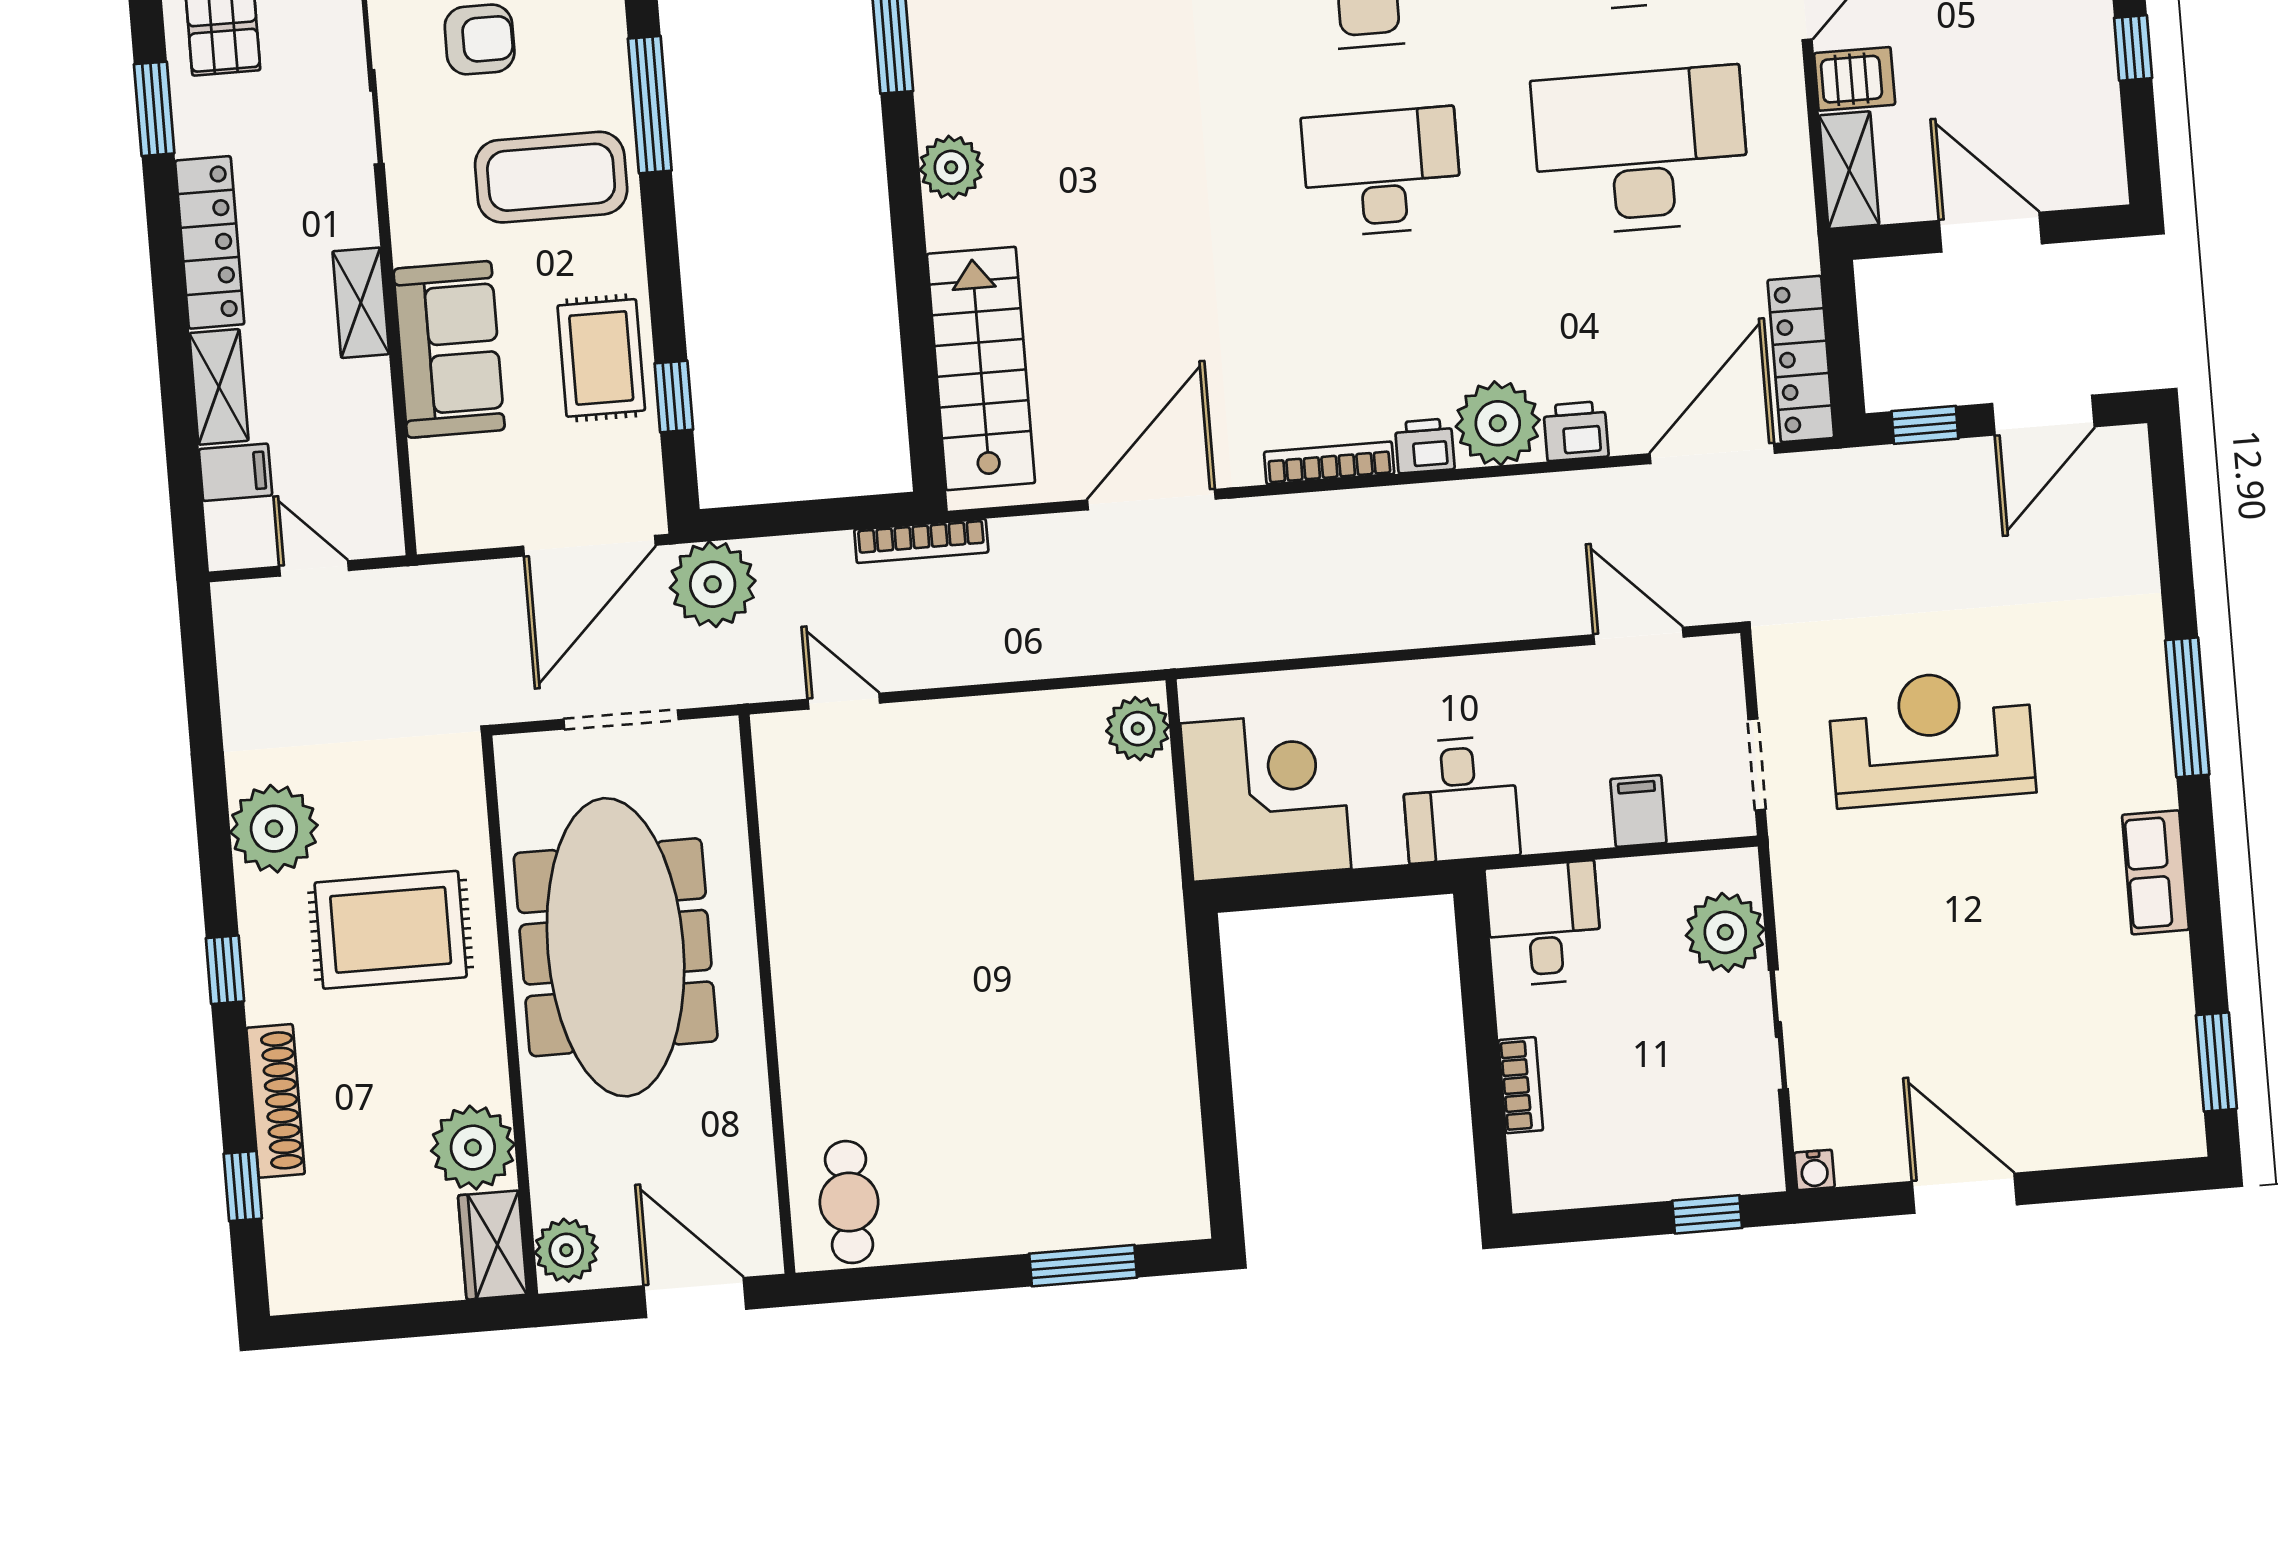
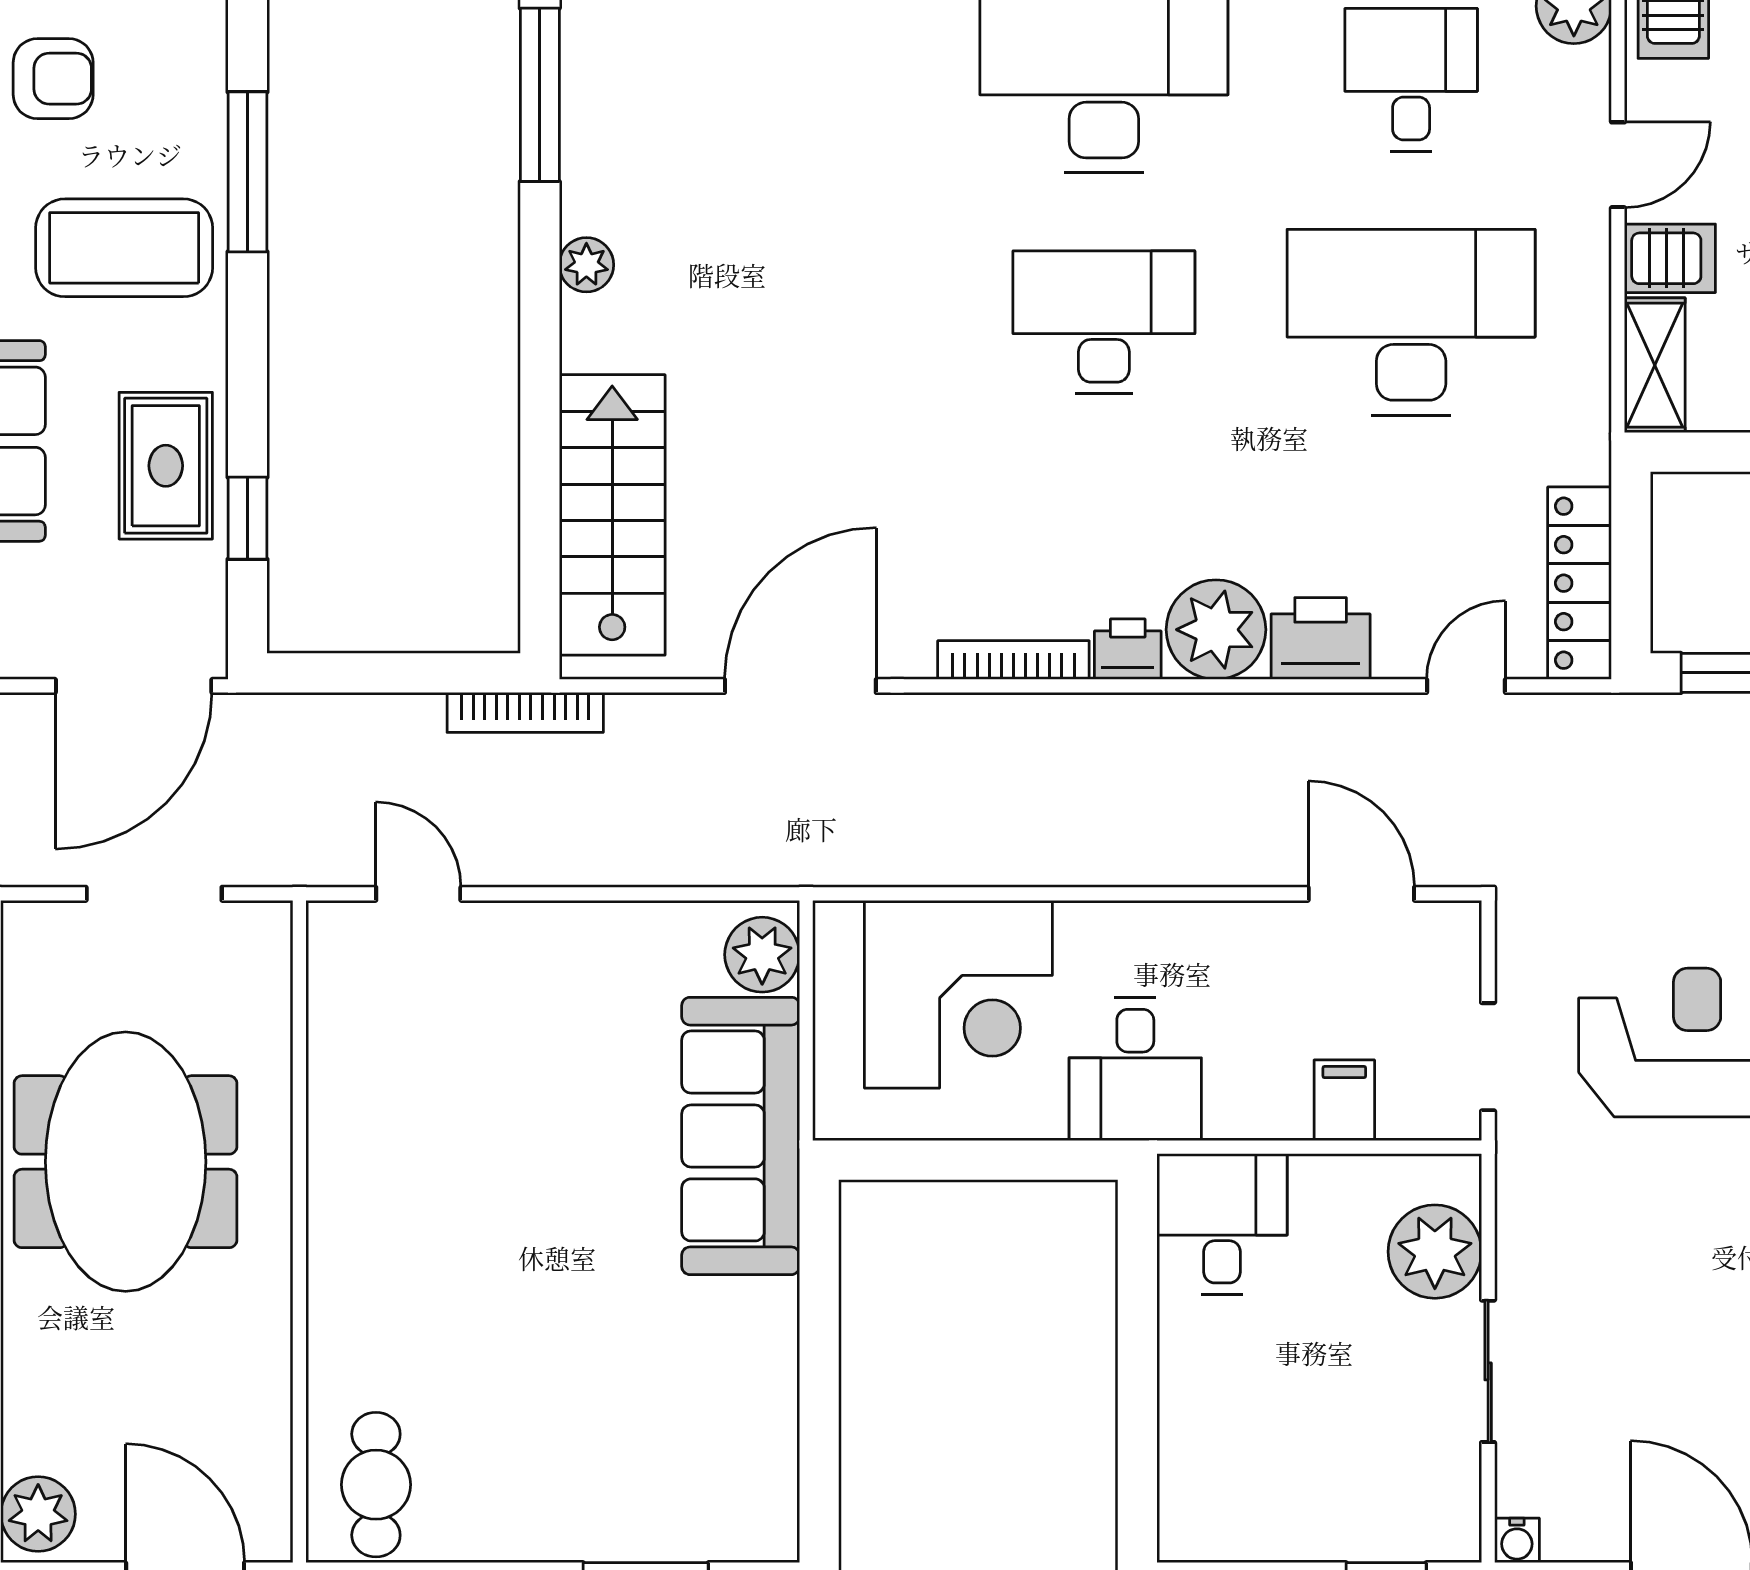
plant: (951, 167) -> (586, 265), width x0.73, depth x0.73
printer: (1576, 431) -> (1321, 639), width x1.36, depth x1.24
door: (1712, 453) -> (1466, 686), width x0.53
plant: (713, 584) -> (275, 743), removed
corner desk: (1266, 796) -> (958, 994), moved, turned 90
sofa: (1132, 883) -> (741, 1136), added
meeting table: (616, 947) -> (126, 1162), width x0.73
bookcase: (1521, 1085) -> (1179, 1412), removed

